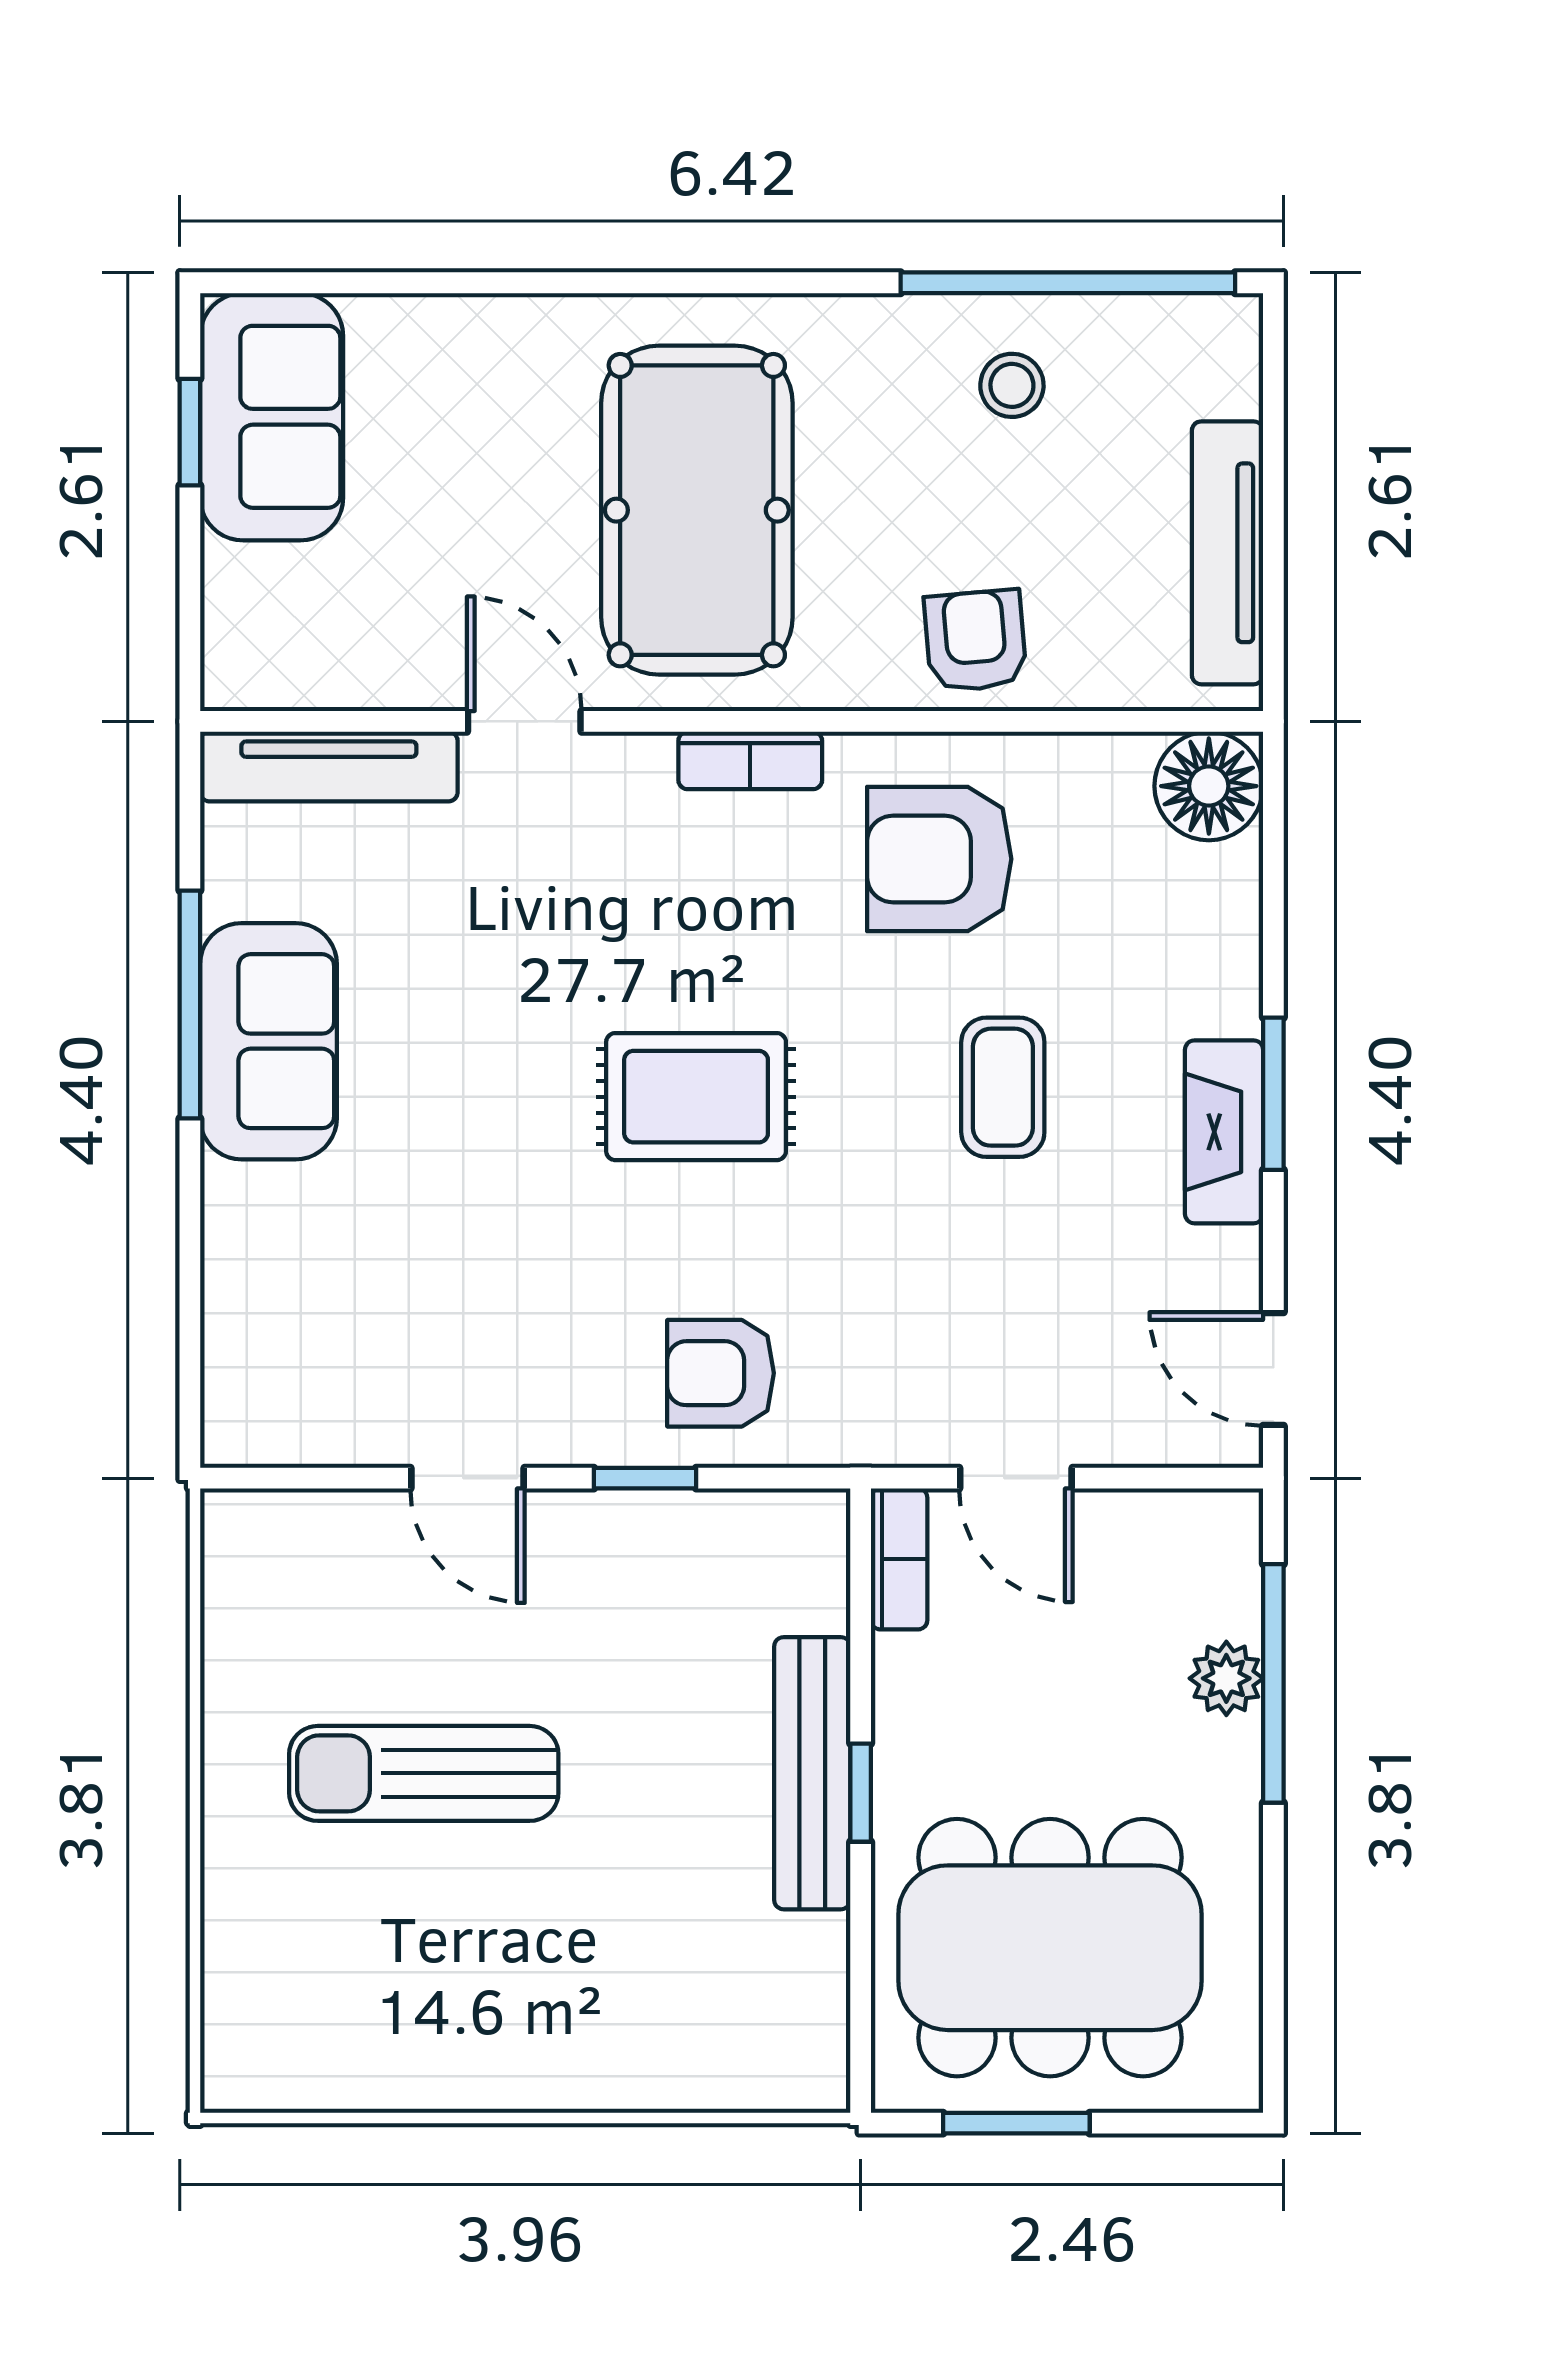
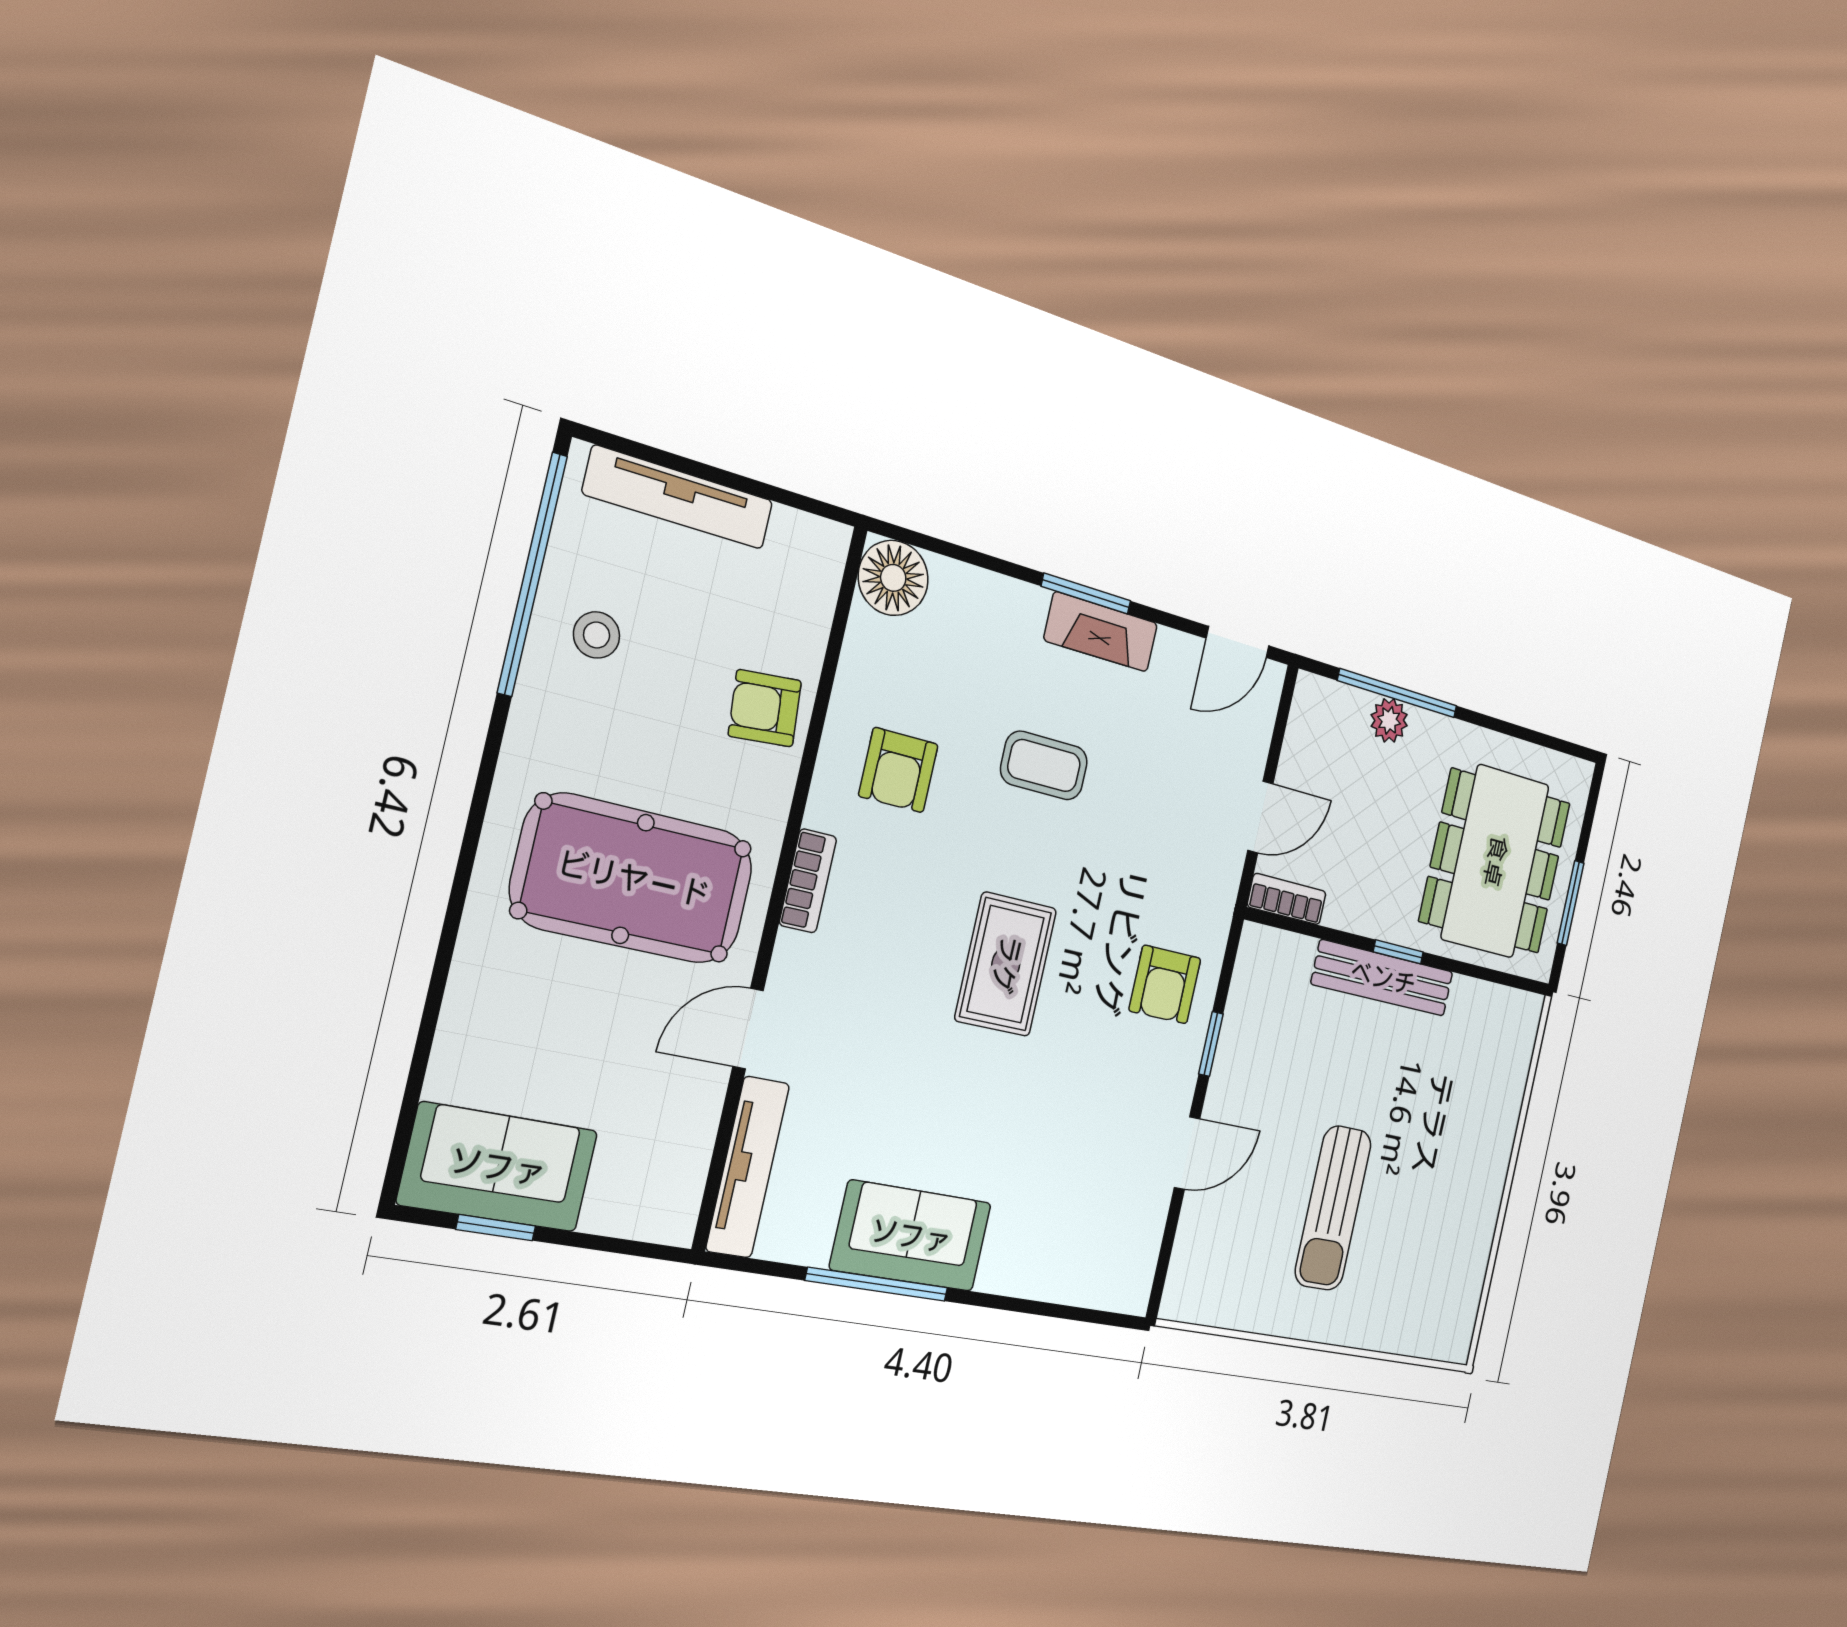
tv unit: (1227, 553) -> (679, 497), moved
armchair: (939, 859) -> (898, 770), width x0.72, depth x0.72

